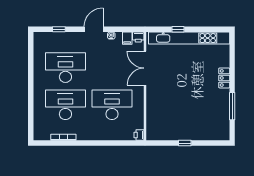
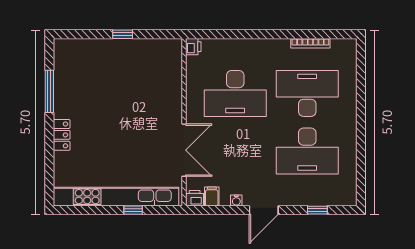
desk: (65, 105) -> (307, 93), turned 180

